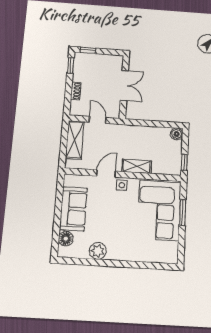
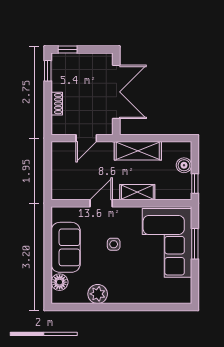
double door: (124, 85) -> (116, 92), width x1.37
door: (98, 120) -> (86, 138), swing flipped
boiler: (177, 134) -> (184, 165), moved
shelving: (75, 140) -> (138, 151), moved, turned 90
side table: (122, 185) -> (114, 244), moved

